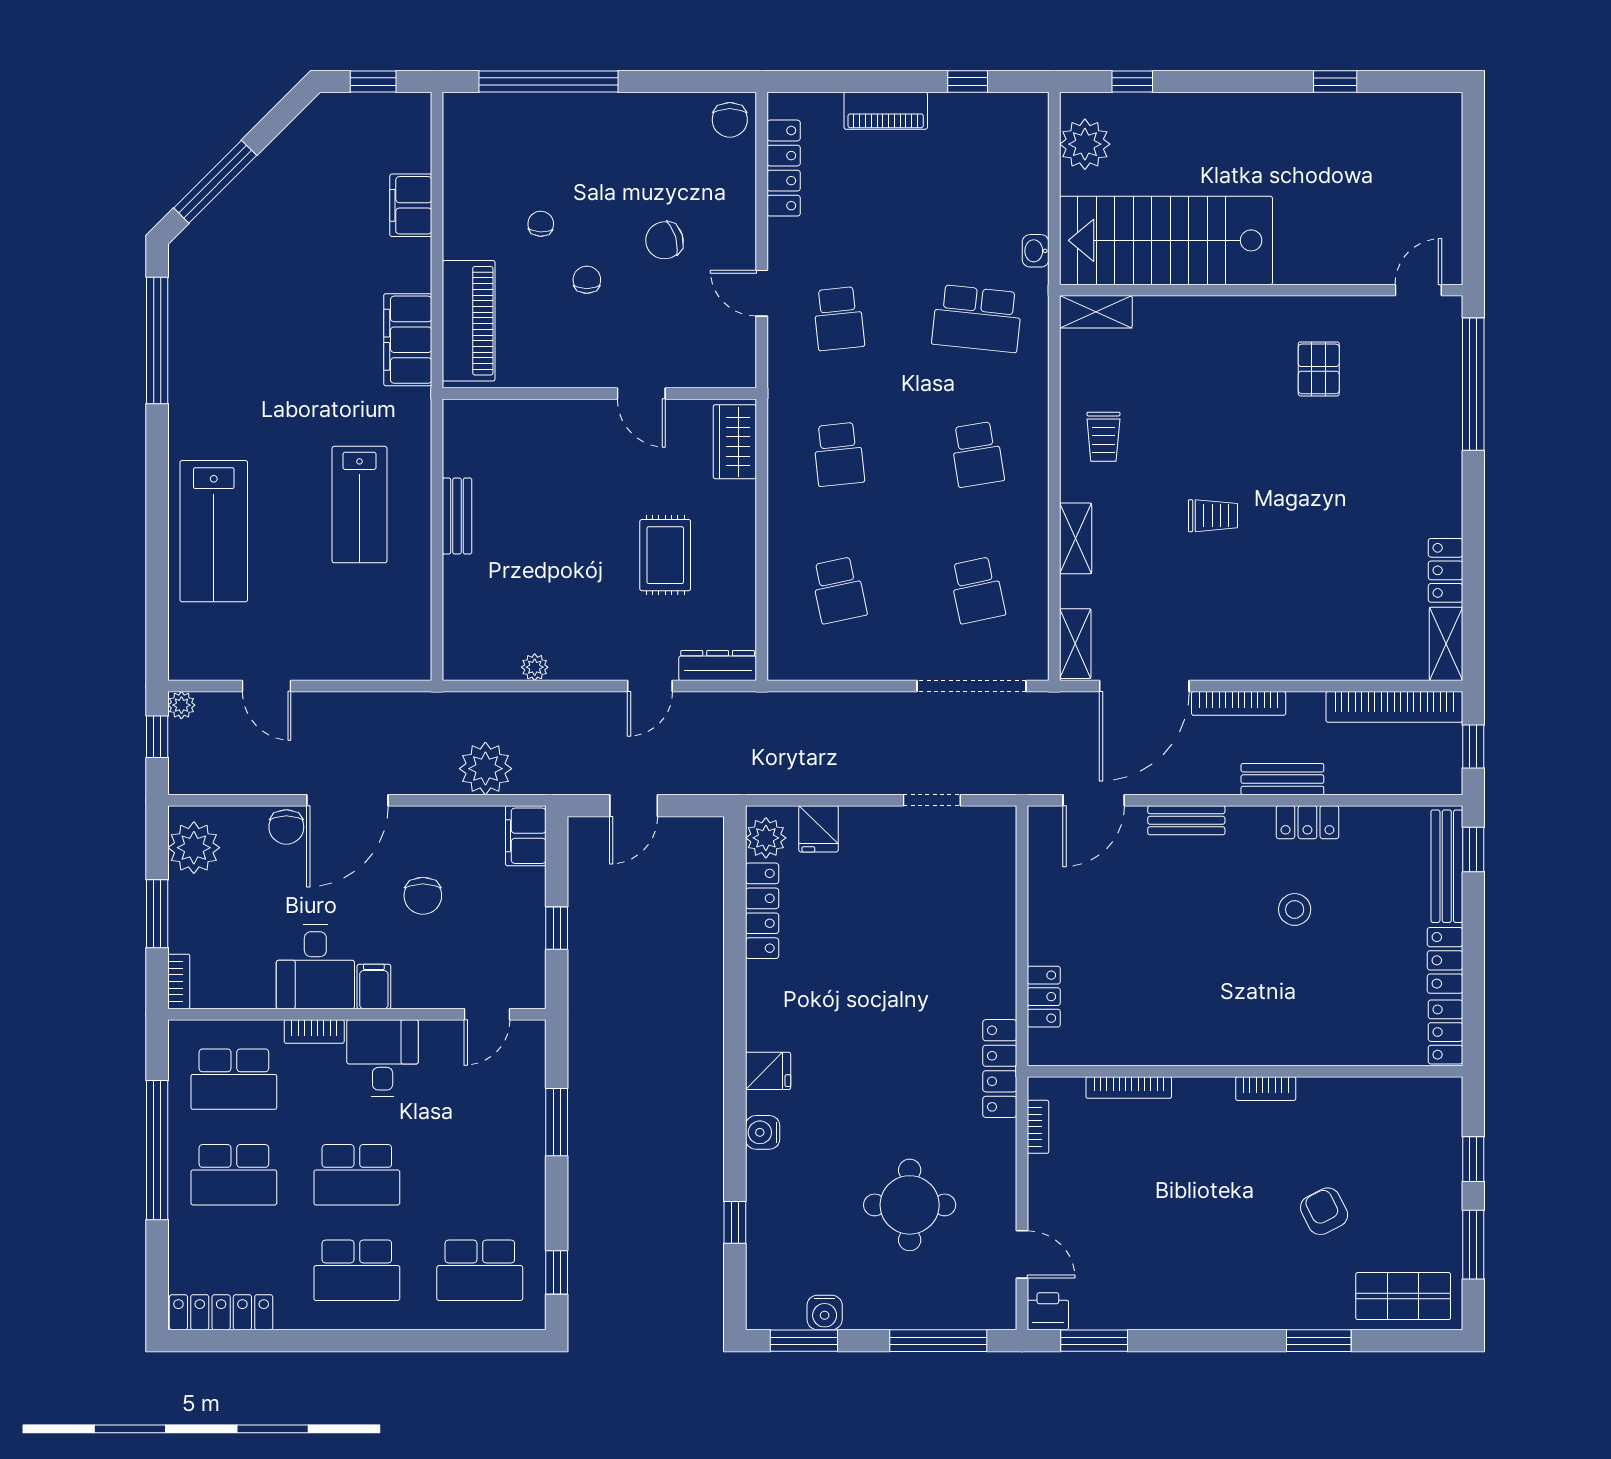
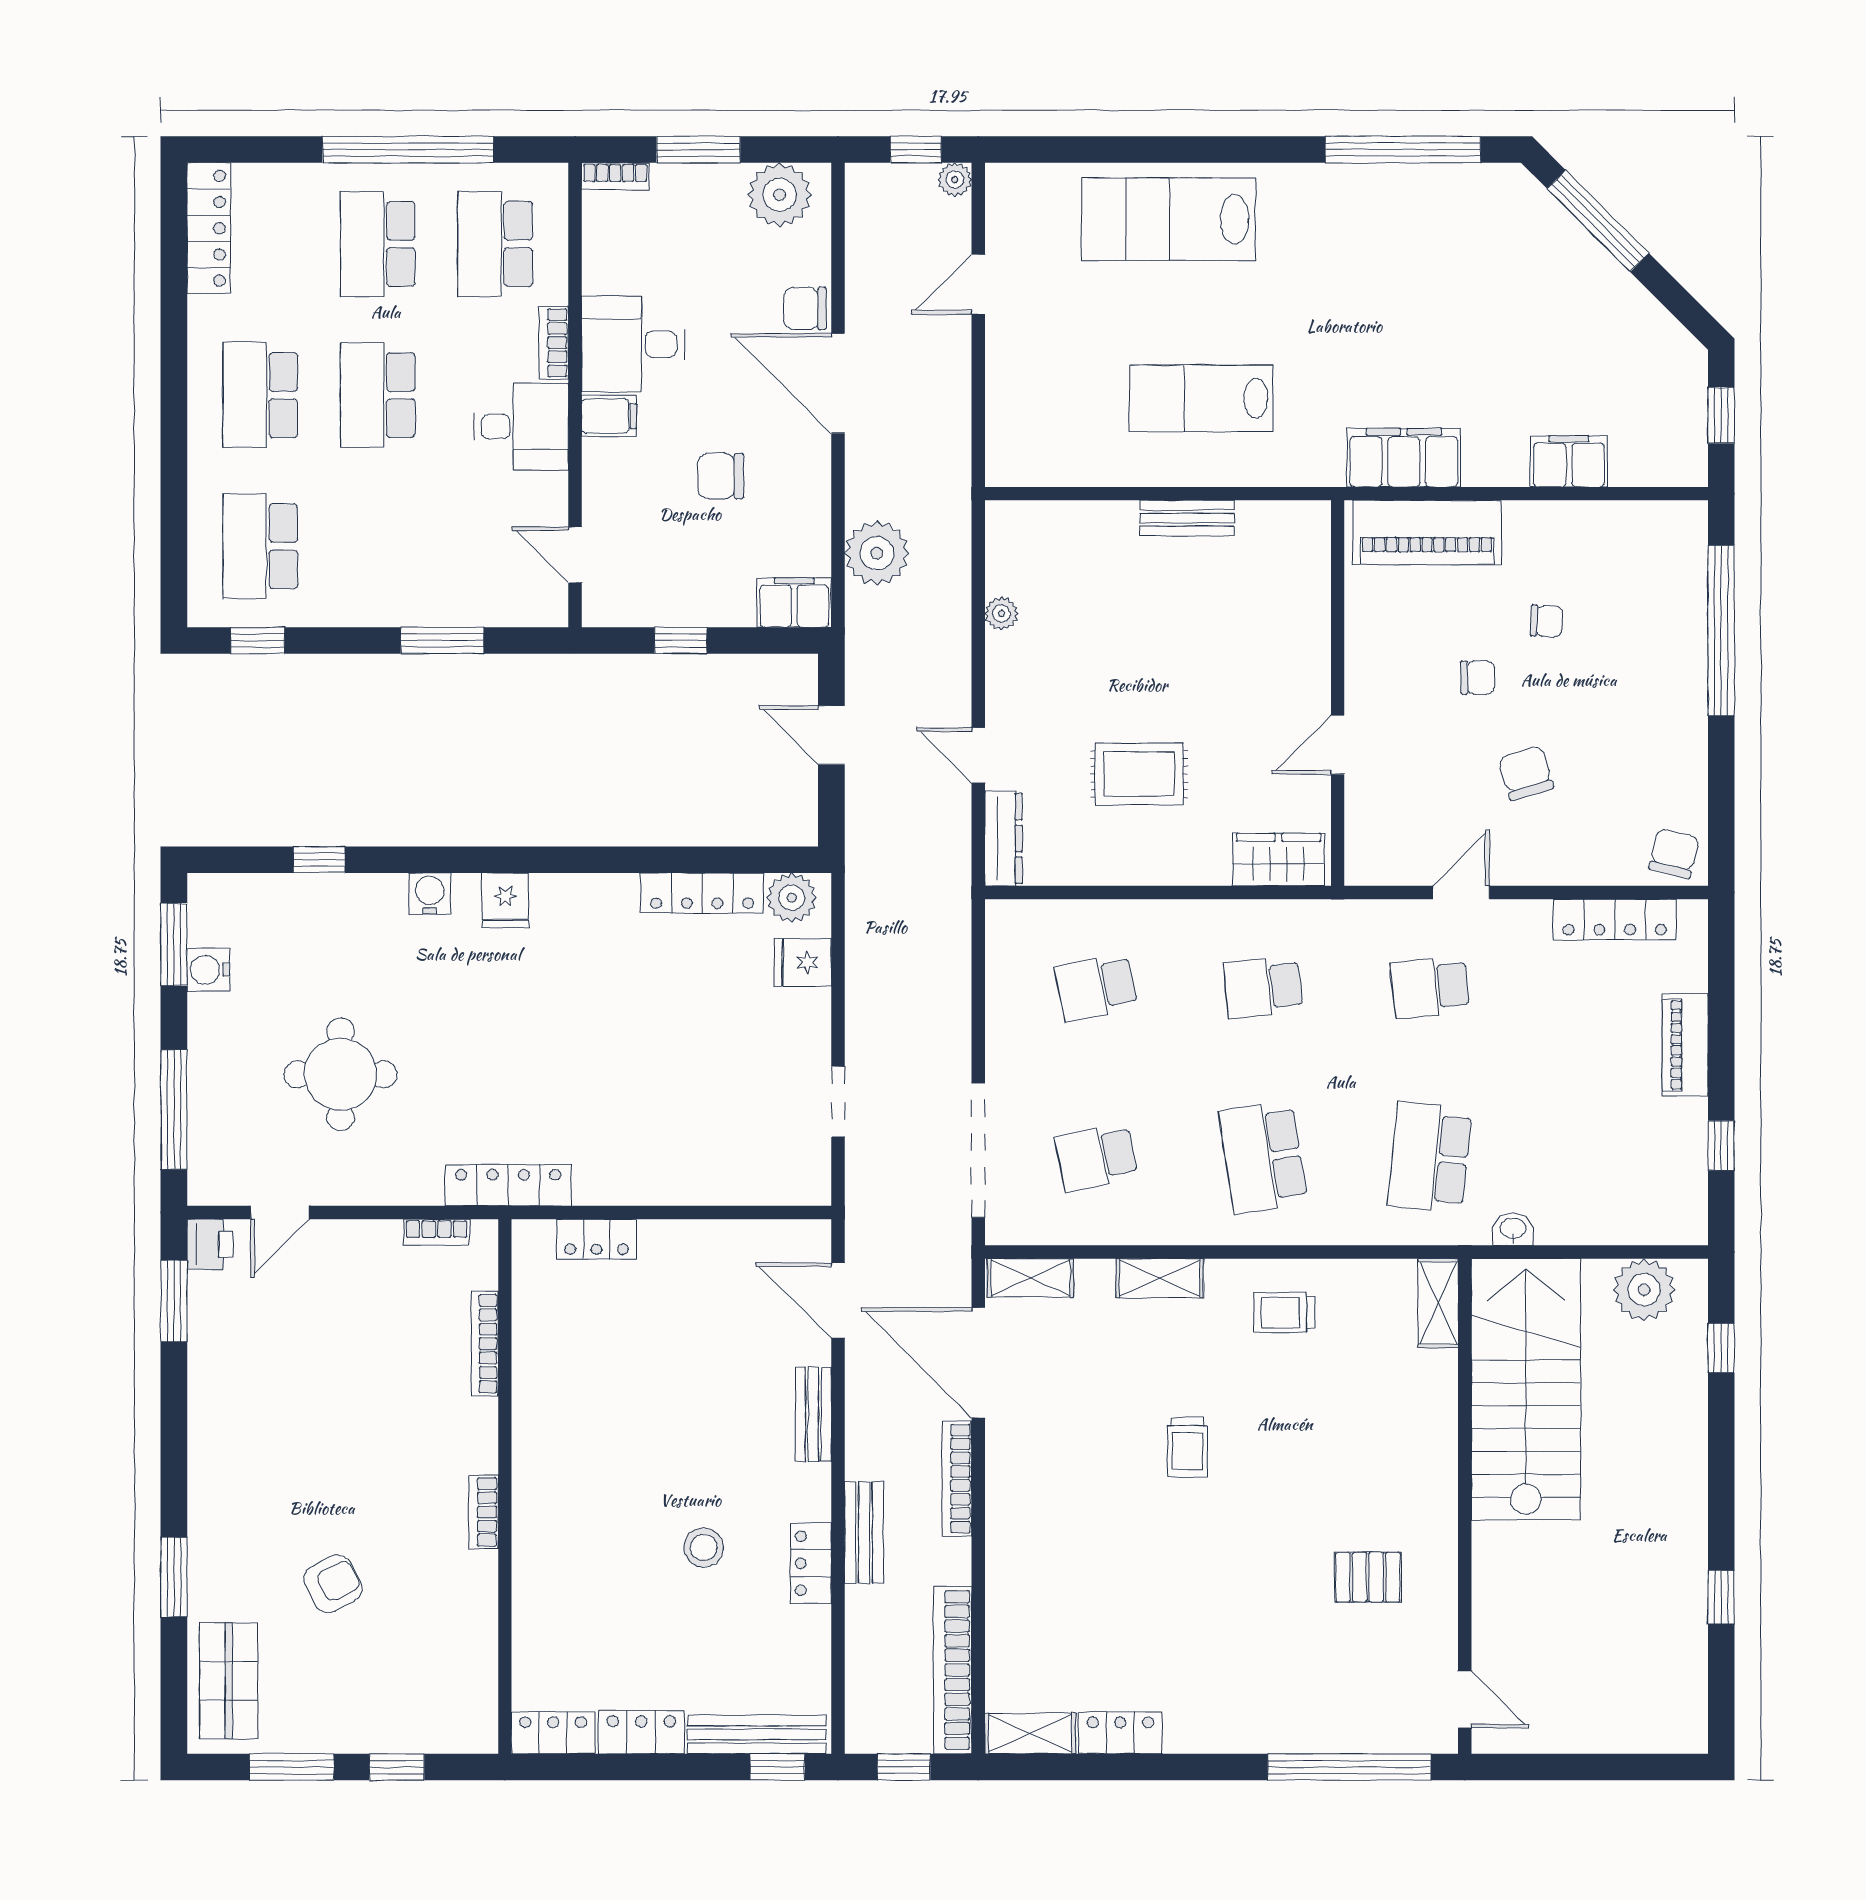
chair: (730, 120) -> (1674, 853), turned 104
school desk: (977, 454) -> (1263, 1157), width x1.85

